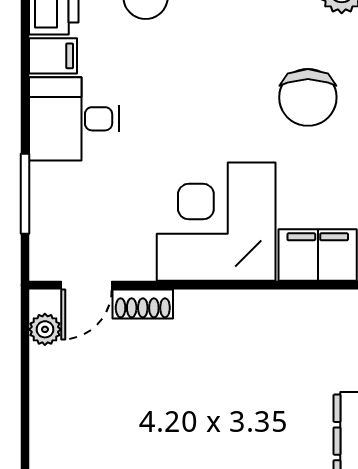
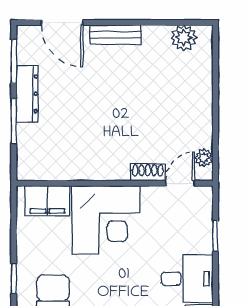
window: (25, 194) -> (215, 236), width x0.67

